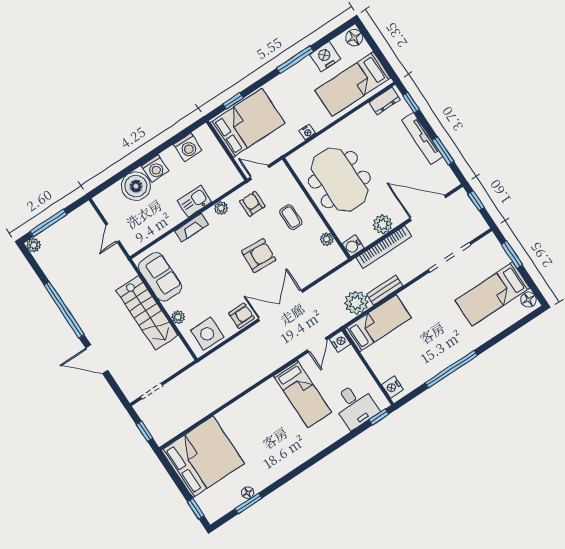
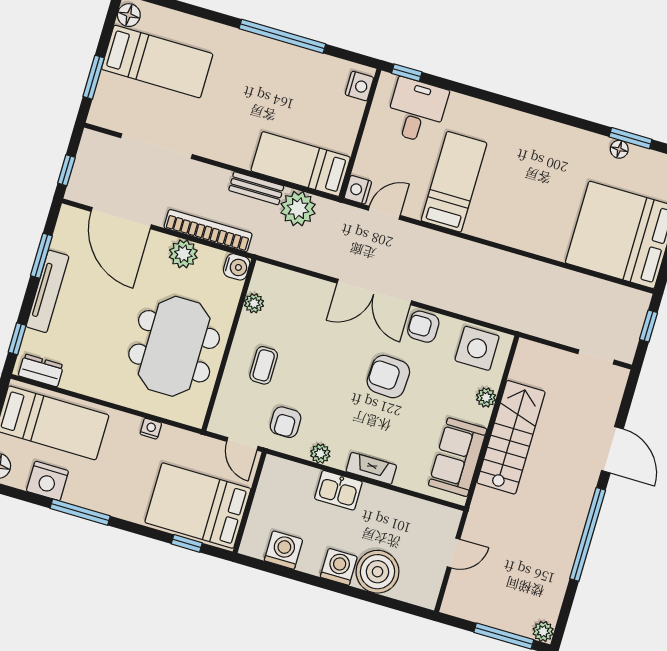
armchair: (259, 256) -> (388, 377), moved

